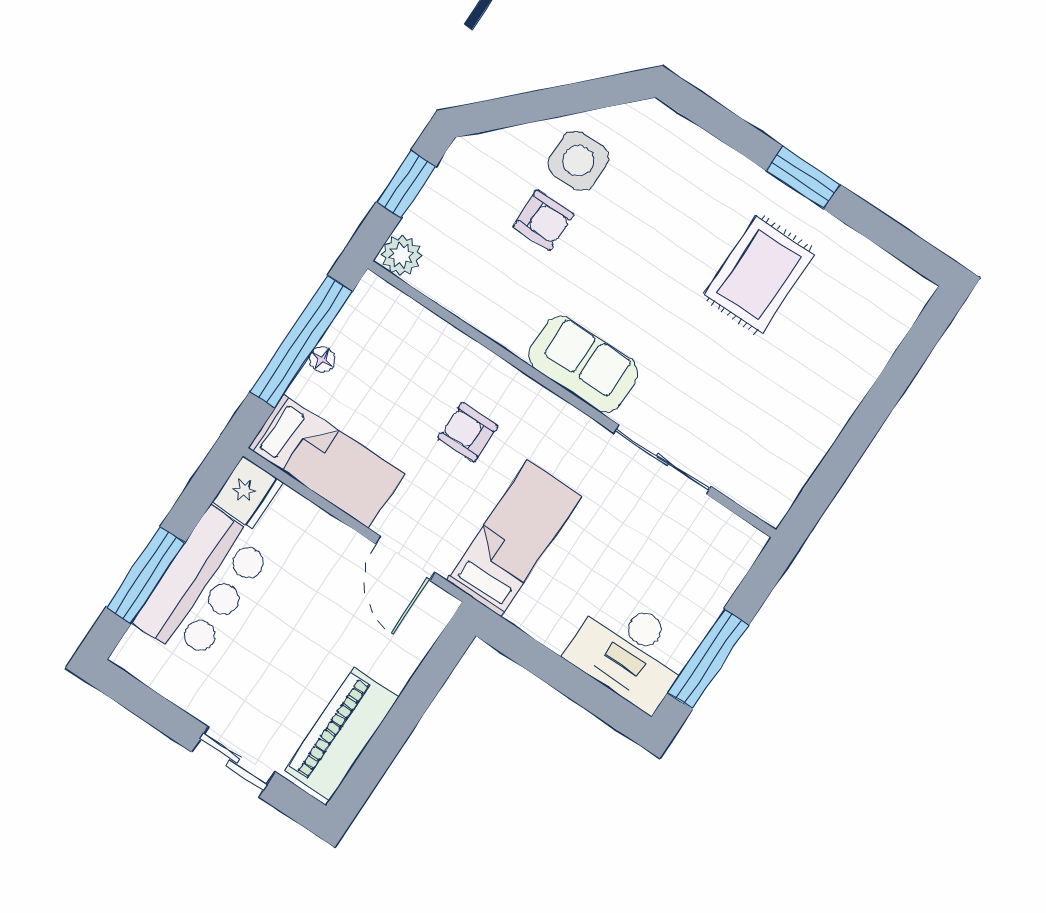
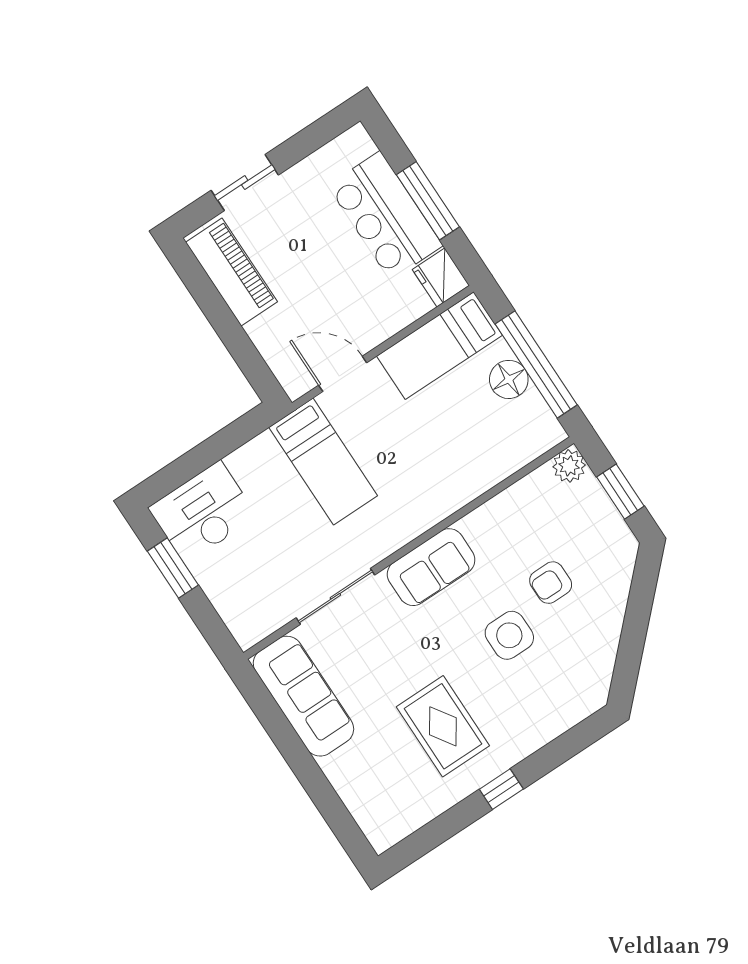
side table: (578, 161) -> (509, 635), moved
window: (803, 177) -> (501, 789), width x0.67
floor lamp: (322, 359) -> (509, 379), width x1.89, depth x1.89
armchair: (468, 432) -> (417, 460), removed
sofa: (792, 448) -> (303, 696), added
window: (145, 575) -> (428, 201), moved
window: (708, 659) -> (173, 568), width x0.69

